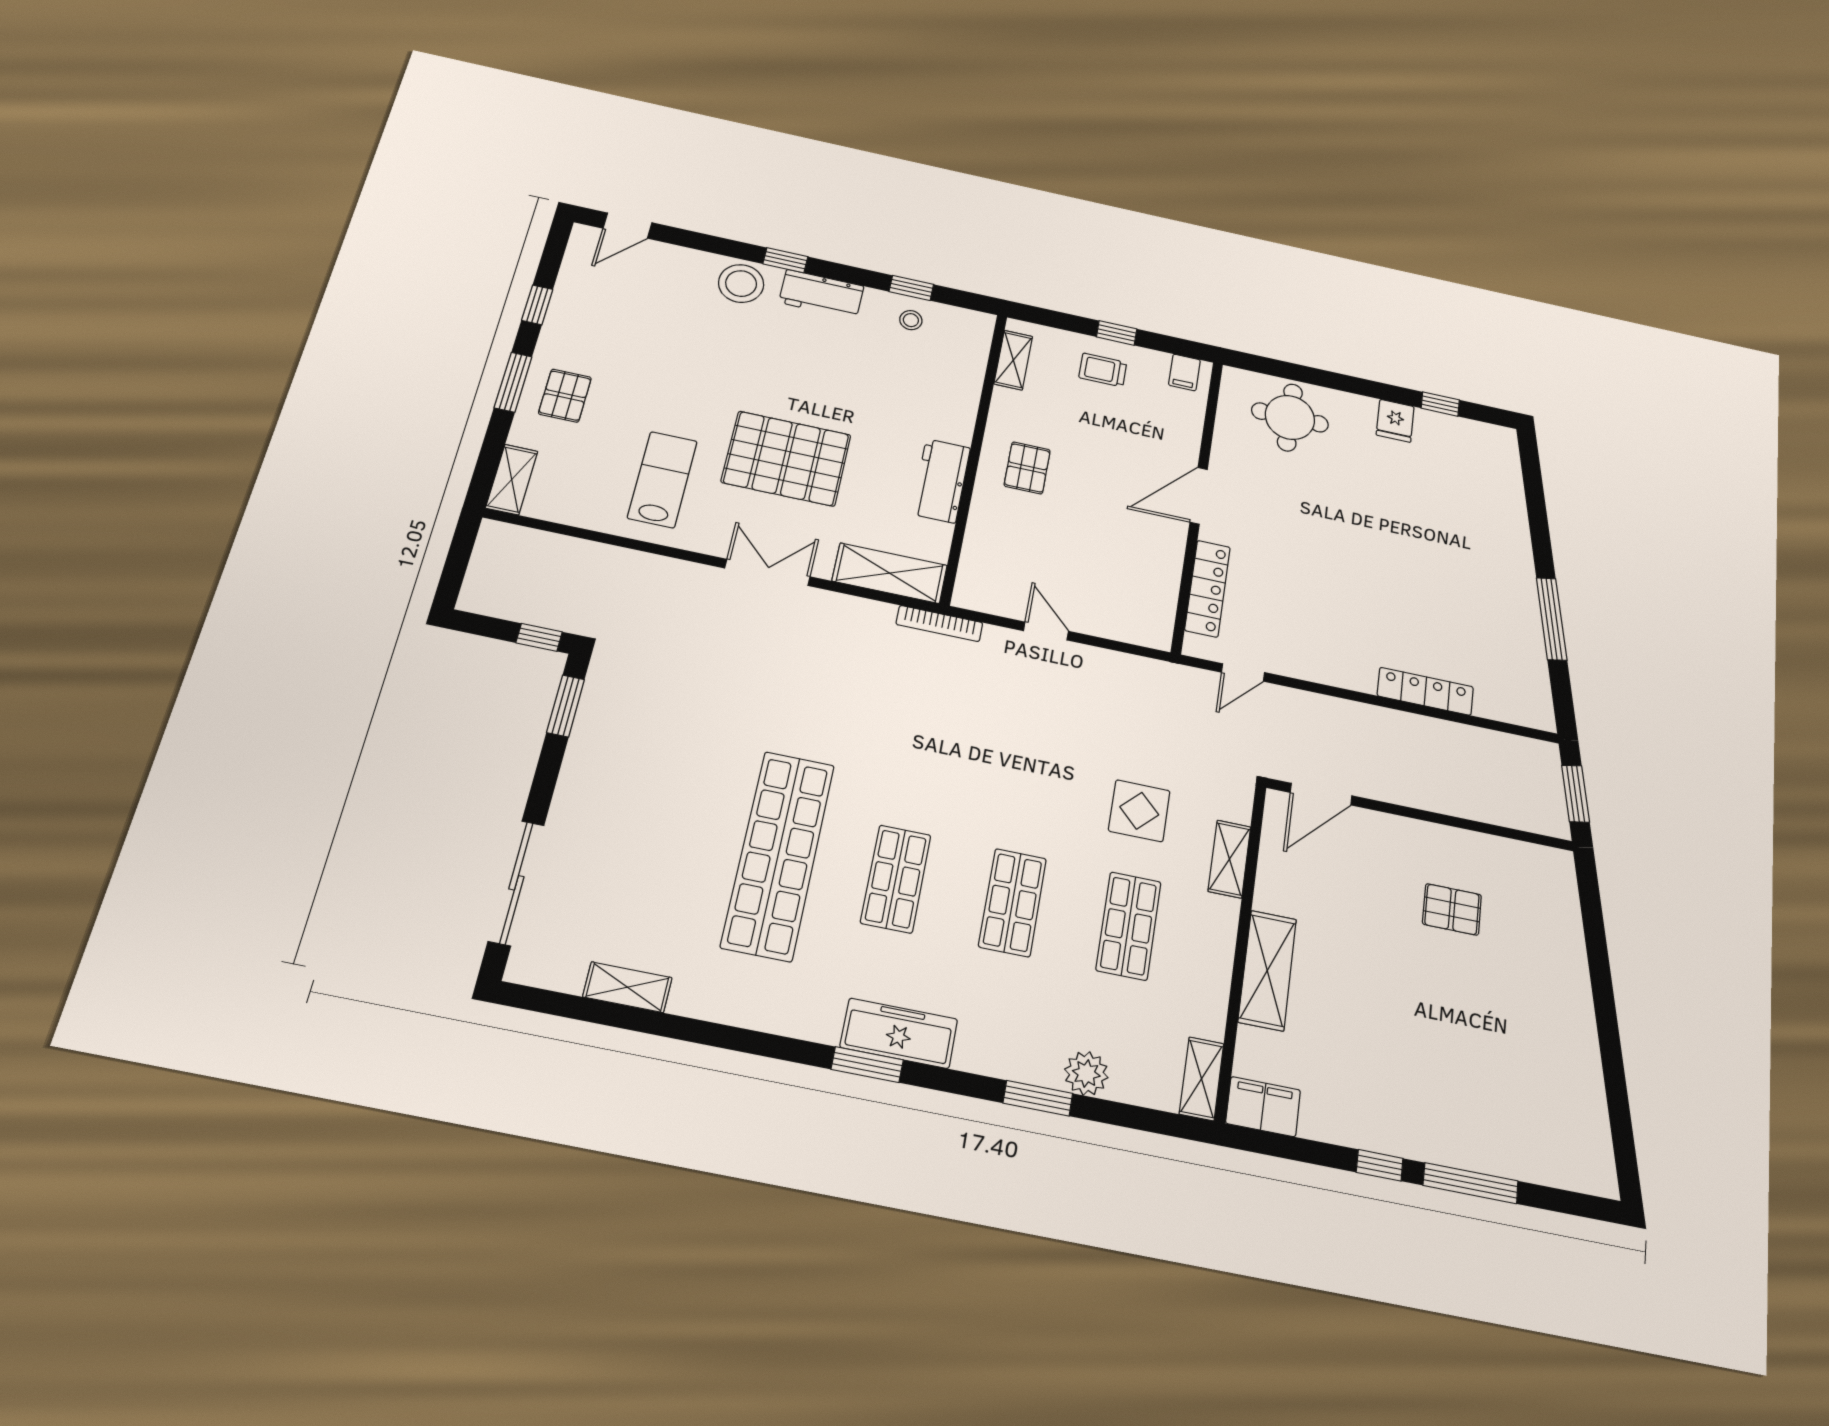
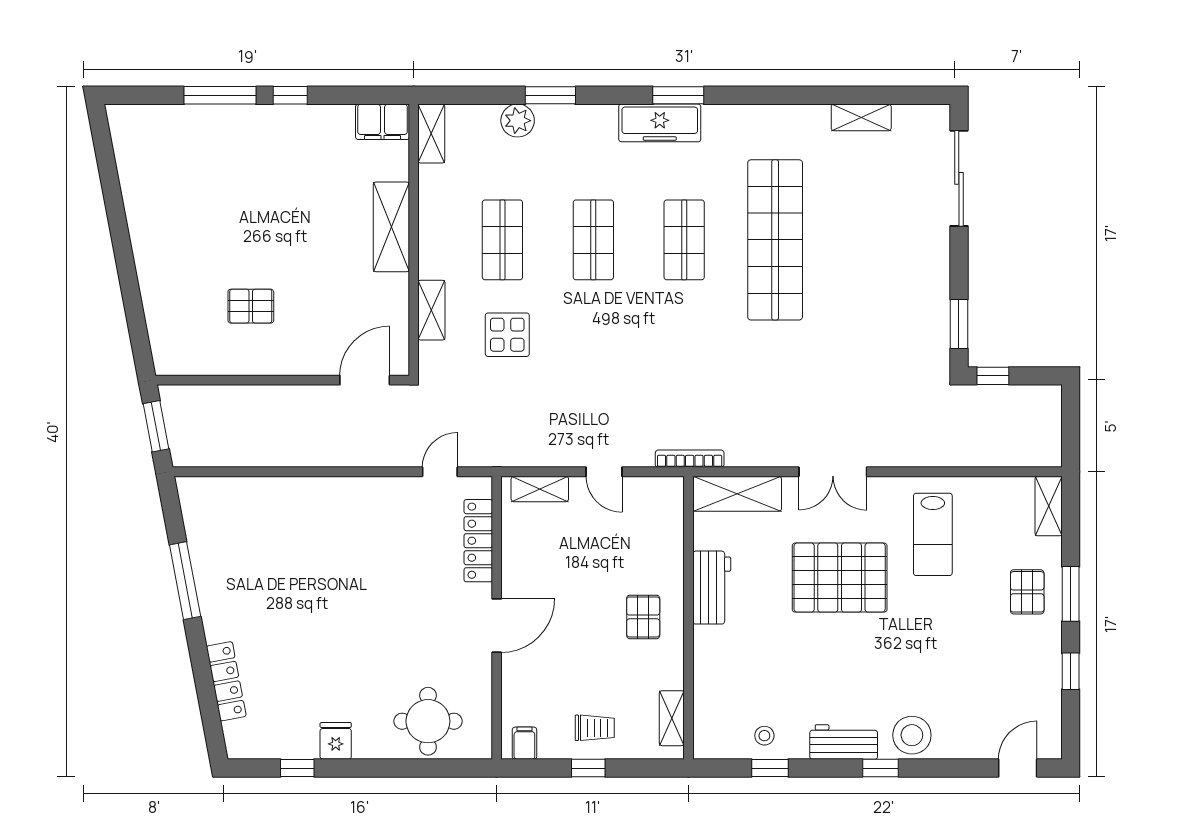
shelving: (1126, 629) -> (540, 489), added
locker: (1425, 691) -> (226, 681), moved, turned -101

